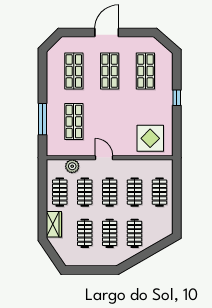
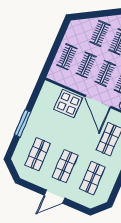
window: (177, 98) -> (23, 123), width x2.17
display table: (150, 138) -> (68, 104), moved
door: (104, 158) -> (98, 101), width x1.87

